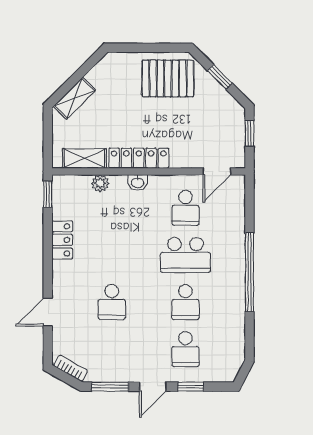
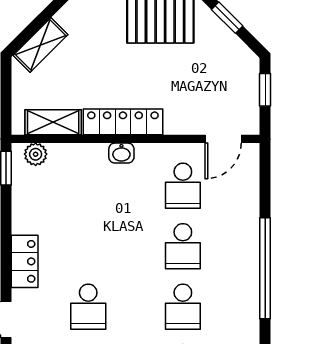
plant: (100, 183) -> (36, 154), moved
locker: (62, 240) -> (25, 261), moved
school desk: (185, 255) -> (183, 246), width x0.54

